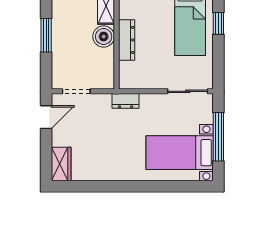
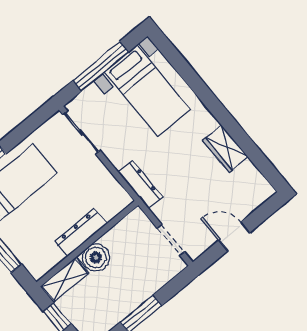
dresser: (126, 101) -> (141, 185), width x1.44
door: (46, 117) -> (234, 236), moved
wardrobe: (61, 164) -> (226, 149), moved, turned -90

